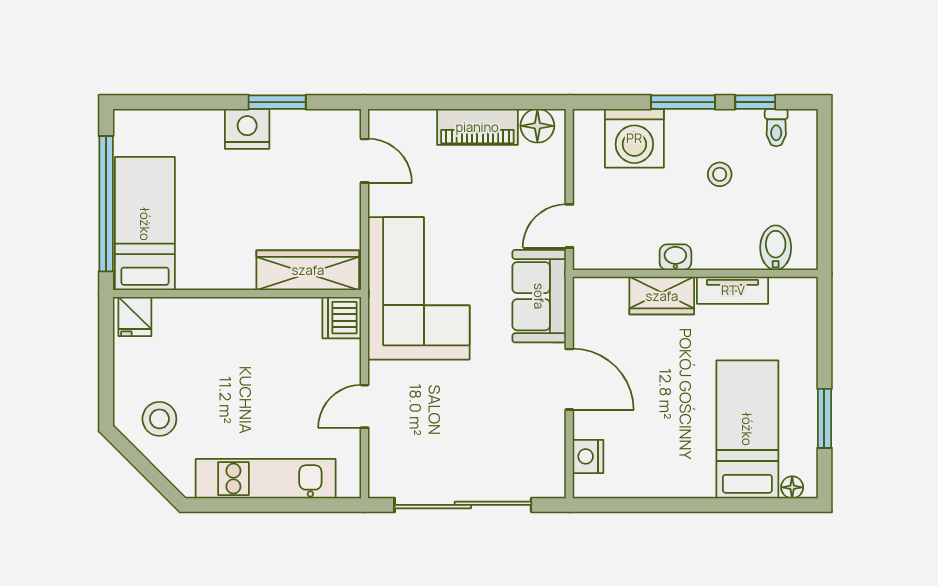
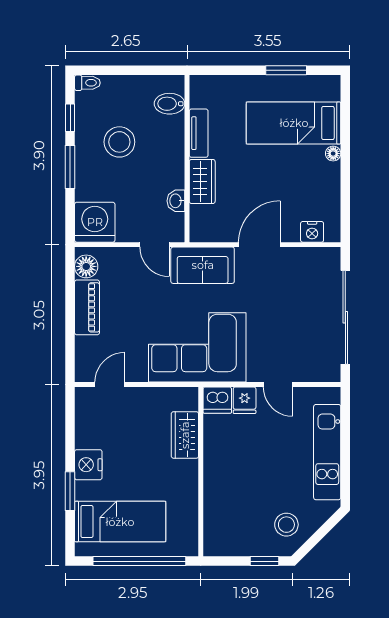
window: (277, 102) -> (70, 491), moved
toilet: (776, 128) -> (87, 83), moved
washing machine: (634, 138) -> (95, 222), moved, turned -90
stool: (720, 174) -> (119, 142), width x1.89, depth x1.89
bed: (145, 224) -> (120, 522), moved, turned 180
washbasin: (675, 257) -> (176, 201), moved
wardrobe: (308, 270) -> (185, 435), width x0.67
fridge: (135, 317) -> (245, 400), moved, turned 90
window: (106, 387) -> (265, 561), added
floor lamp: (792, 487) -> (333, 154), moved

